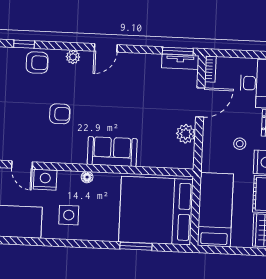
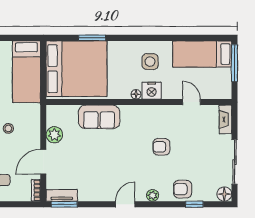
sofa: (112, 152) -> (99, 117), moved
nightstand: (45, 180) -> (152, 91), moved

